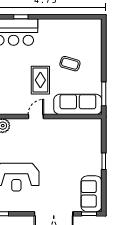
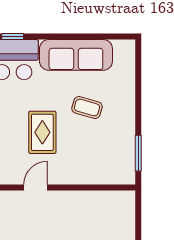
sofa: (78, 104) -> (76, 55), moved, turned 180

